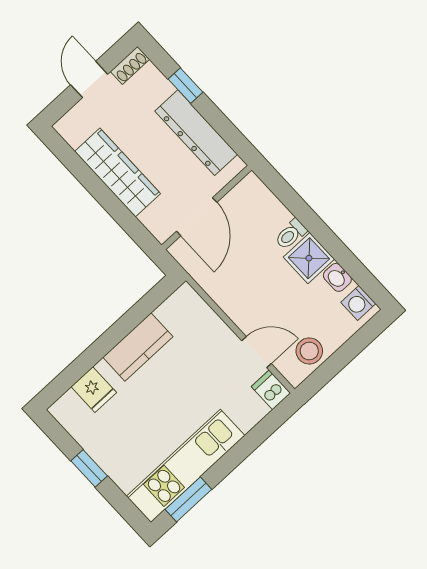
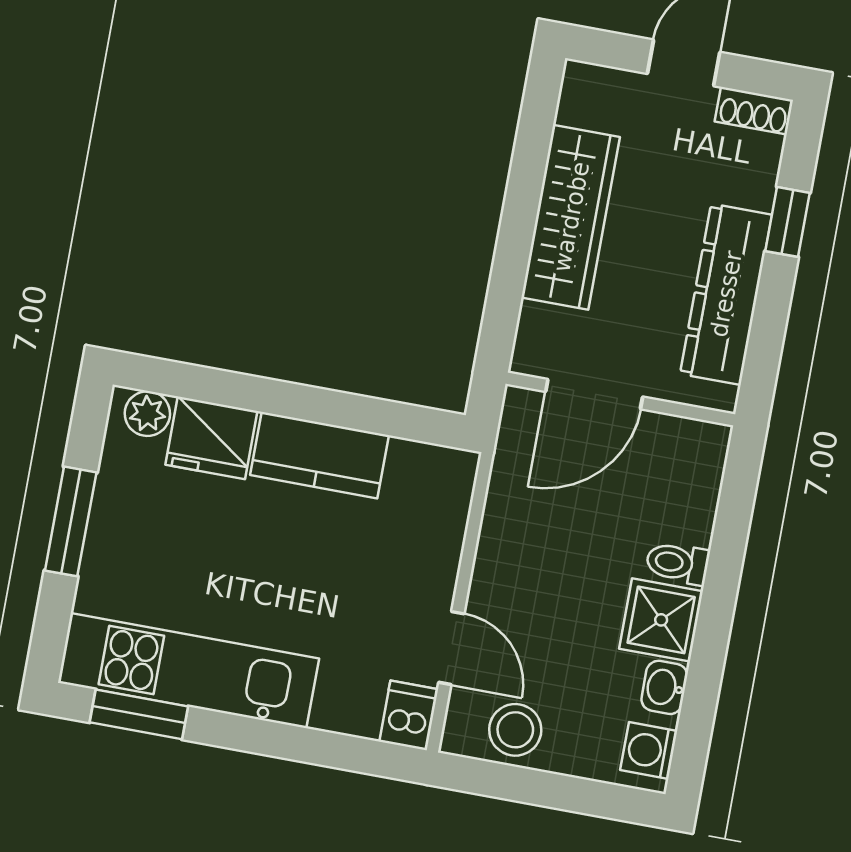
fridge: (94, 390) -> (211, 438), width x1.38
plant: (69, 404) -> (147, 414), added
window: (89, 468) -> (71, 521), width x1.50

